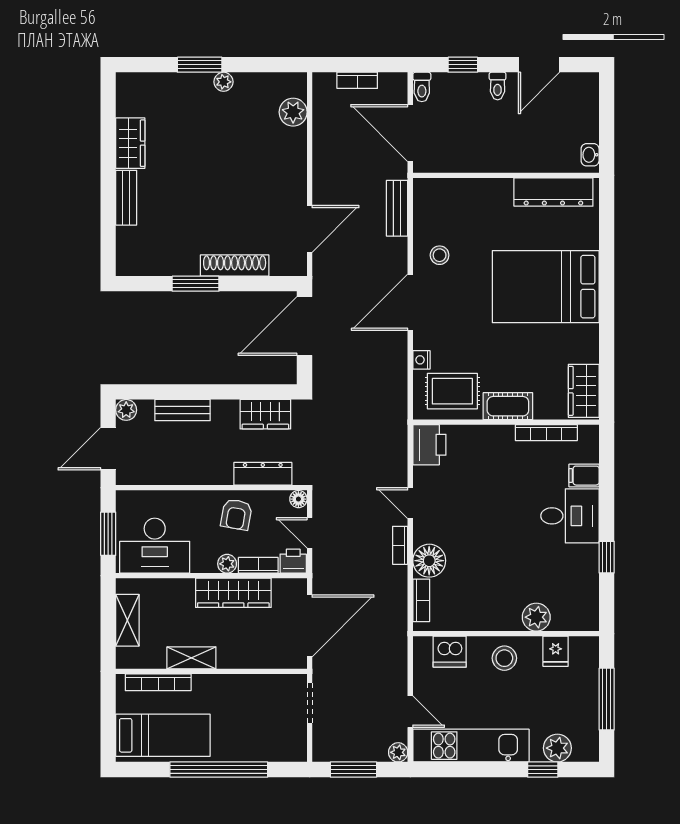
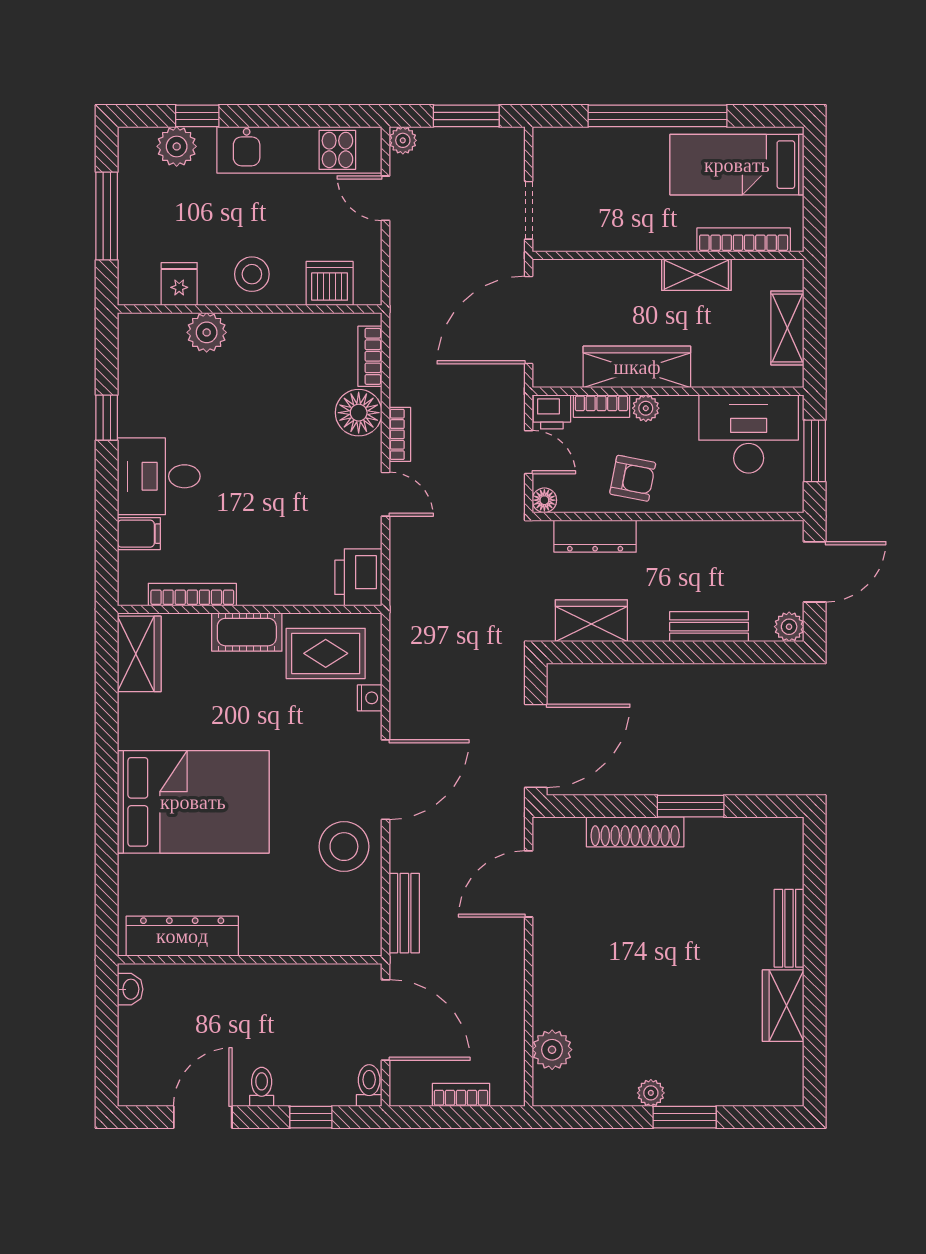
stool: (440, 255) -> (344, 847), width x1.89, depth x1.89
armchair: (236, 514) -> (633, 478), turned 91

